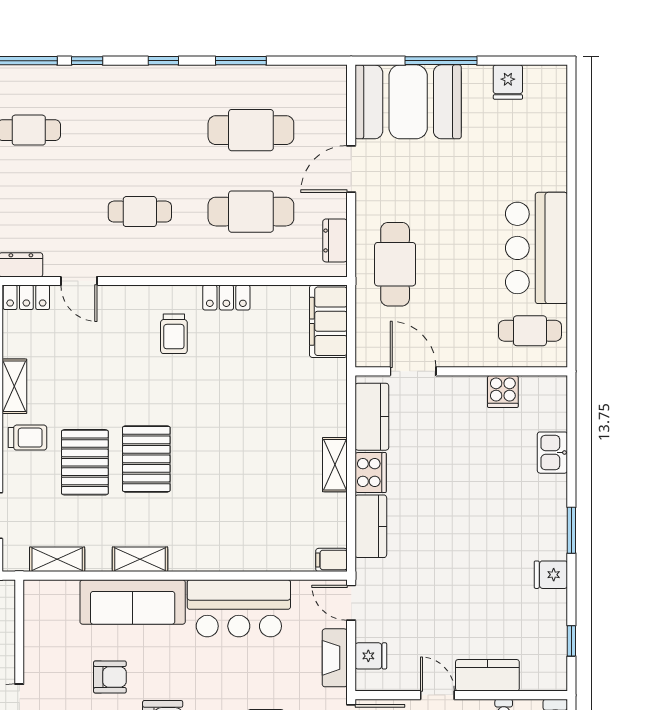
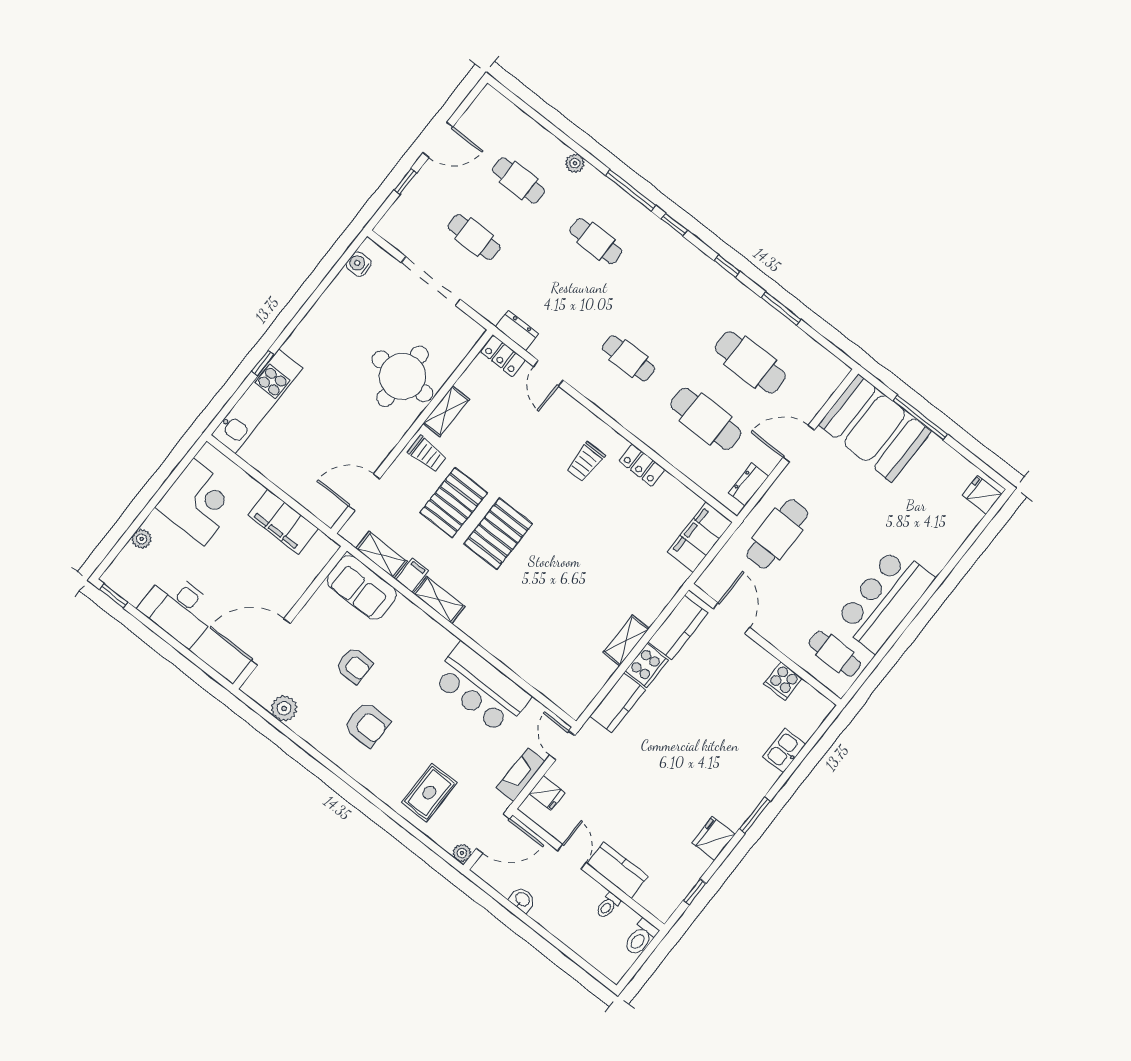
fridge: (508, 82) -> (982, 495), moved, turned 90
filing cabinet: (331, 560) -> (412, 575), moved, turned 90
fridge: (551, 575) -> (714, 838), width x1.38
sofa: (133, 602) -> (362, 587), moved, width x0.73

